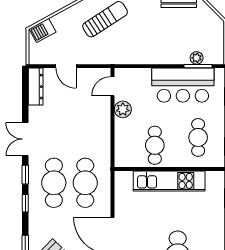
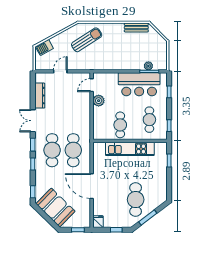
door: (66, 66) -> (60, 71), swing flipped
dresser: (36, 87) -> (40, 96), moved

